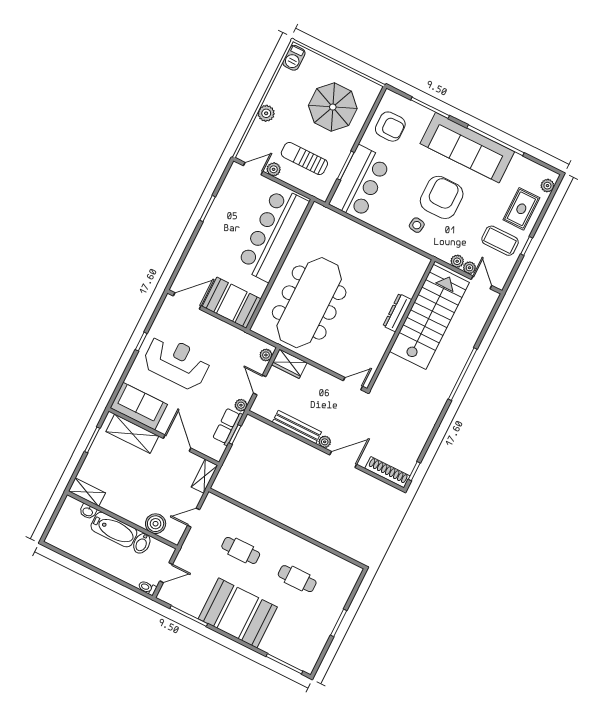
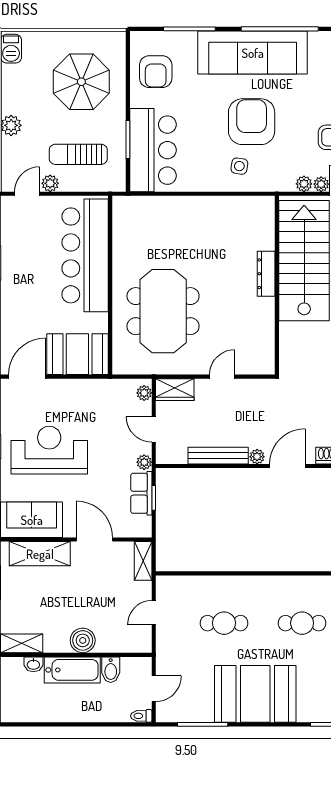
armchair: (390, 127) -> (156, 72), turned 90
meeting table: (309, 303) -> (163, 311), width x0.73
door: (353, 384) -> (222, 377), moved
boiler: (156, 524) -> (83, 640), moved

